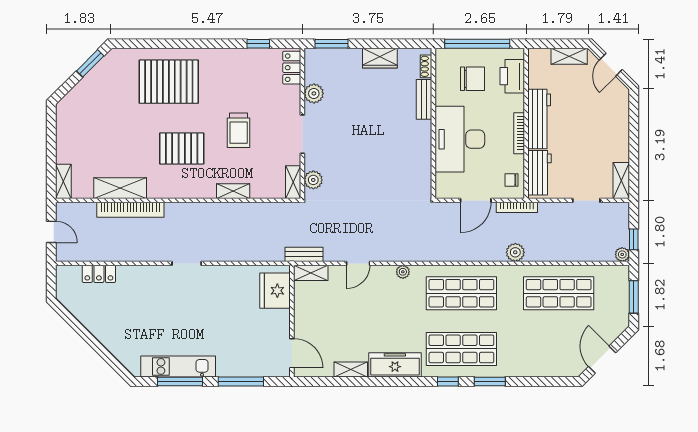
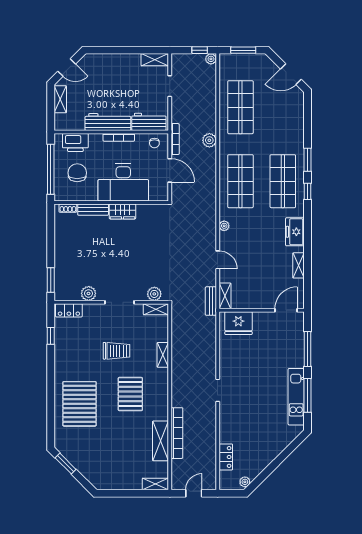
wardrobe: (380, 58) -> (122, 211), moved, turned 90
plant: (66, 299) -> (245, 482), added
freezer: (395, 365) -> (295, 232), width x0.71

